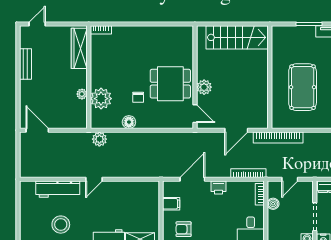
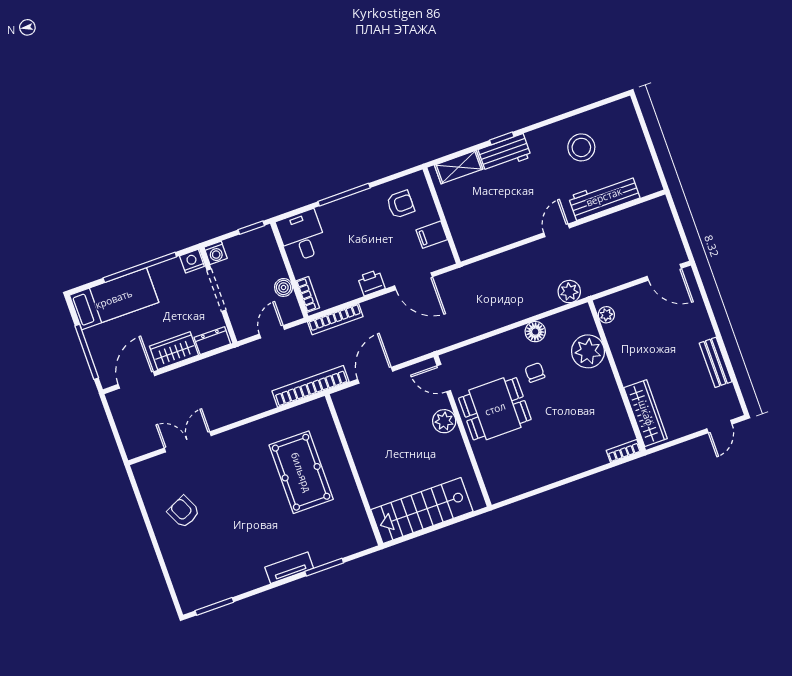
plant: (82, 94) -> (606, 315), moved
door: (192, 179) -> (414, 281), hinge flipped

